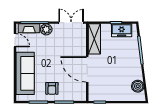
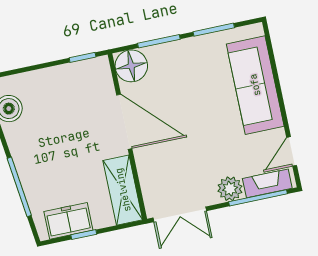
door: (15, 40) -> (292, 151), hinge flipped
armchair: (52, 88) -> (191, 65), removed
floor lamp: (79, 94) -> (131, 66), added

